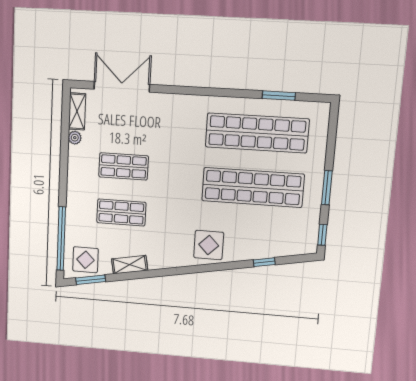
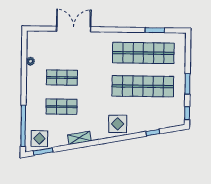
double door: (122, 87) -> (74, 29), moved
shelving: (77, 111) -> (32, 45), removed
shelving: (130, 265) -> (79, 138), moved

